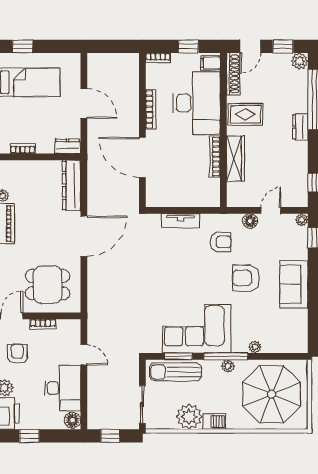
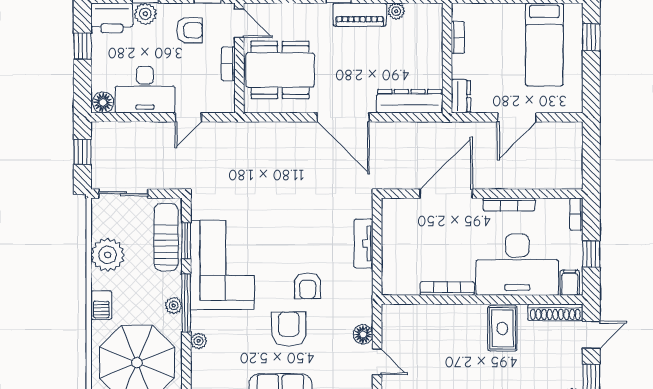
door: (250, 46) -> (591, 335), swing flipped
wardrobe: (235, 159) -> (445, 315), removed
armchair: (221, 242) -> (308, 286), moved
dining table: (48, 285) -> (280, 70), width x1.38
barbecue: (214, 422) -> (101, 305), moved

